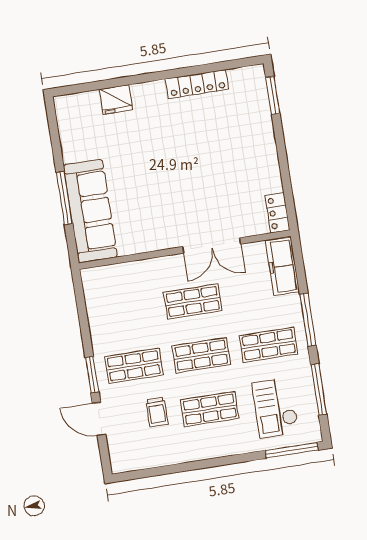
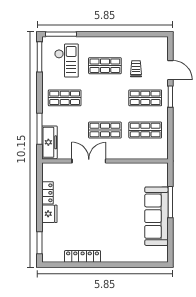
fridge: (116, 100) -> (49, 214), moved, turned 90
sofa: (90, 211) -> (156, 216), moved
locker: (277, 213) -> (47, 193), moved
window: (308, 319) -> (39, 129), moved
shop shelf: (201, 355) -> (145, 130), moved
window: (319, 389) -> (39, 57), moved

